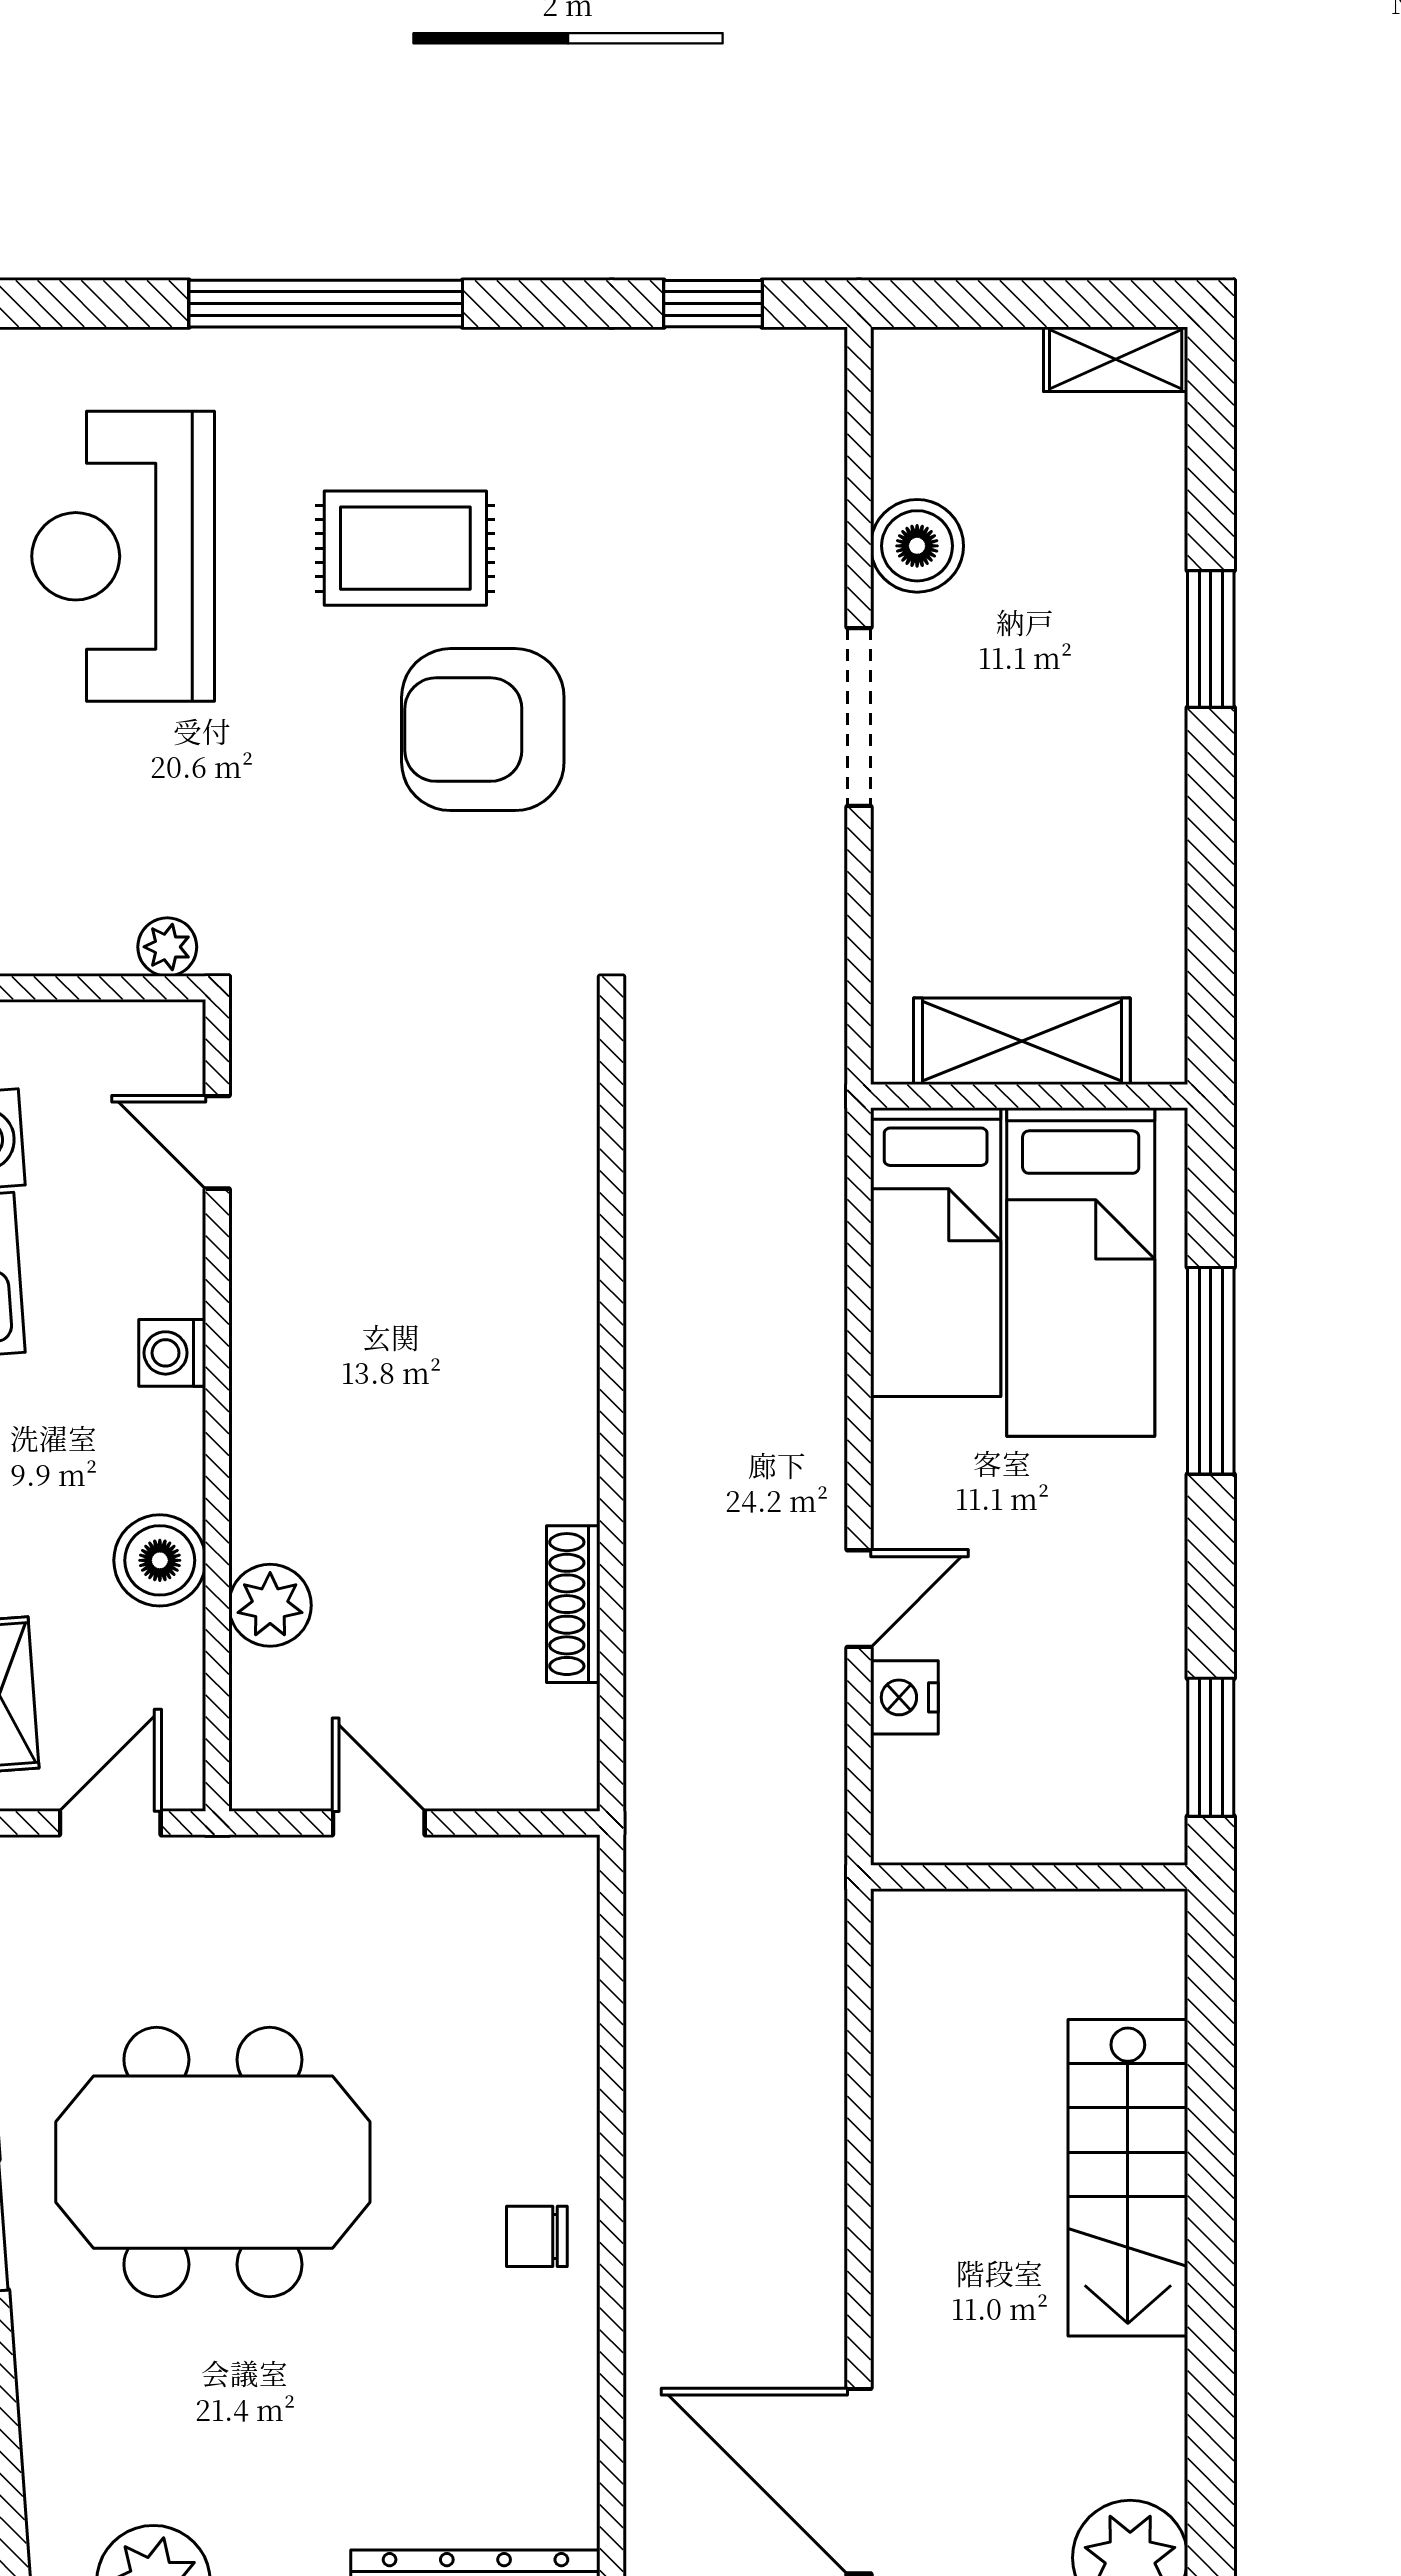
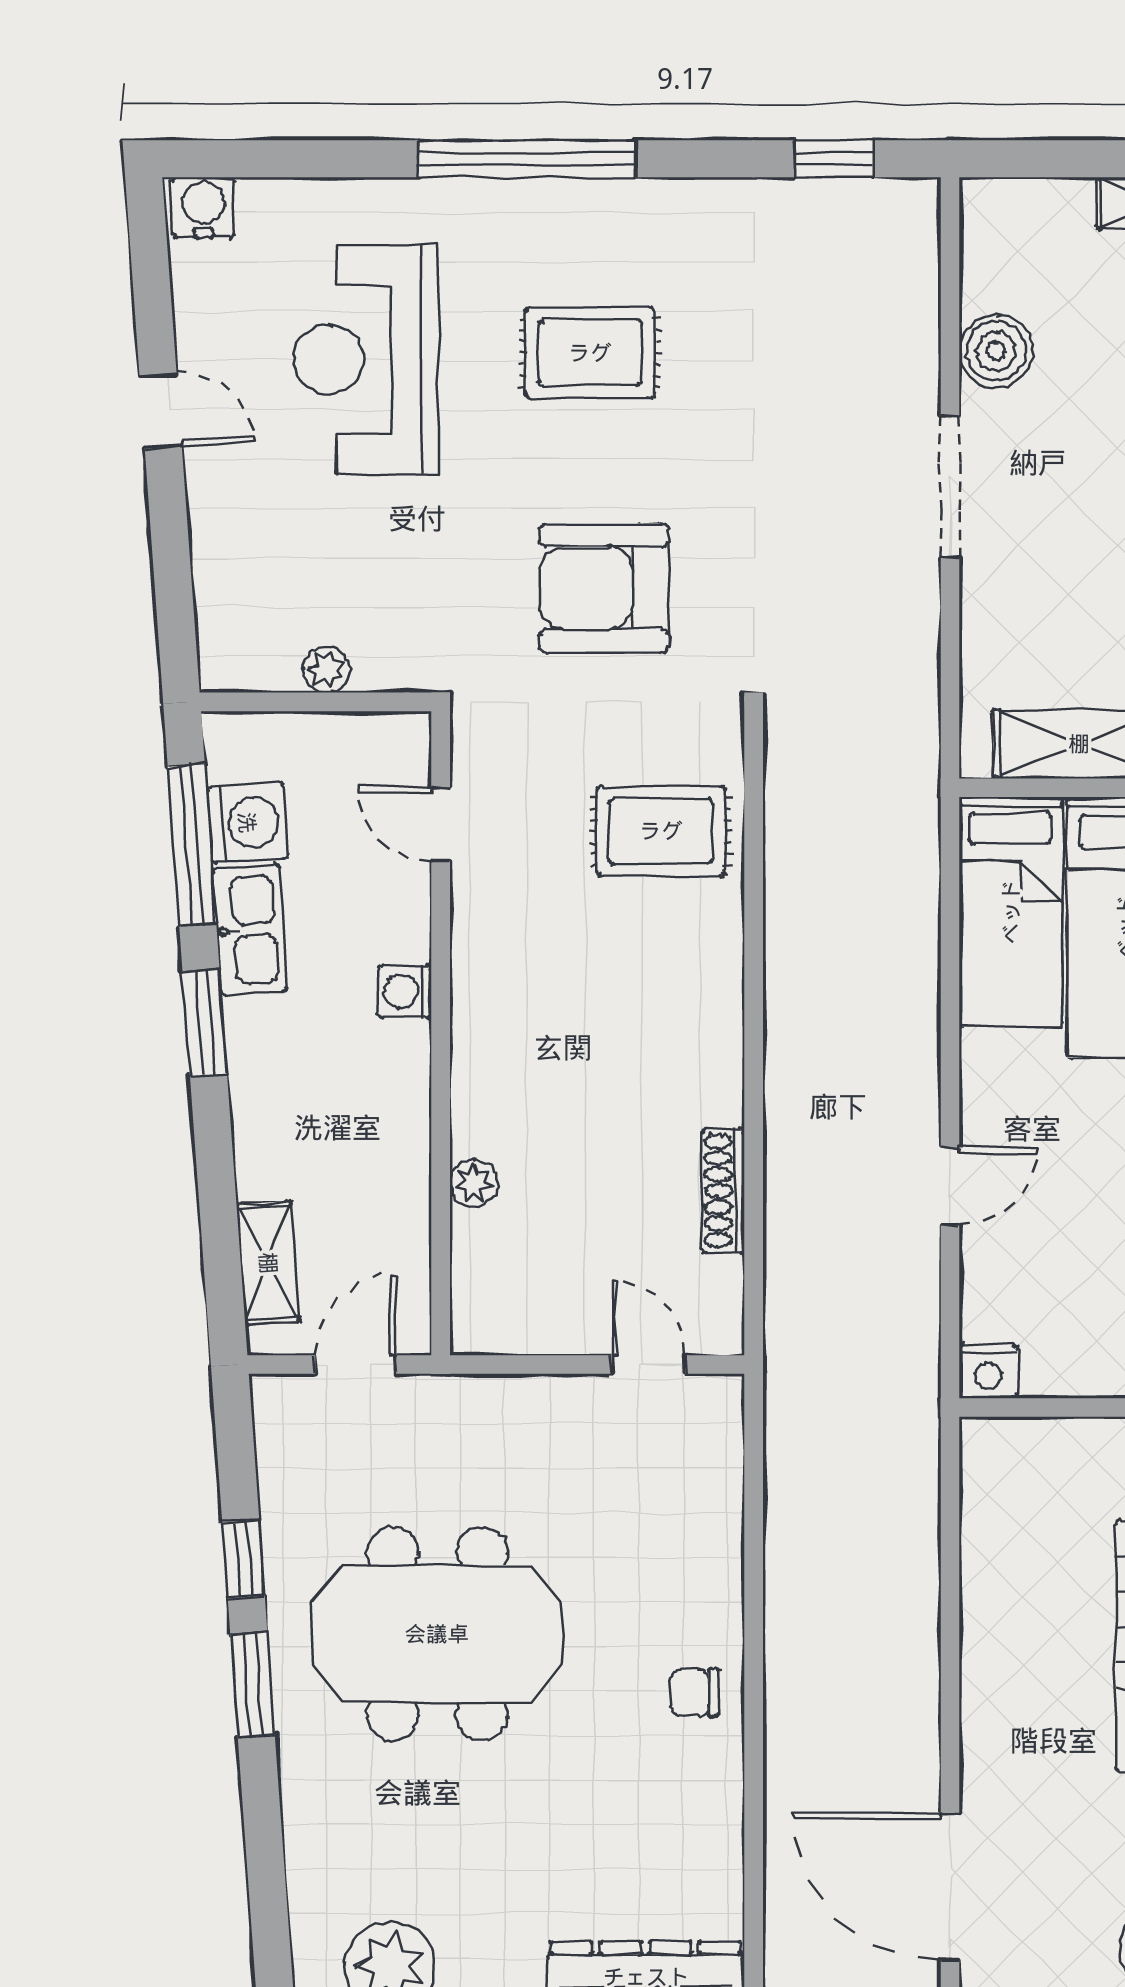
armchair: (483, 730) -> (604, 588), moved
plant: (167, 947) -> (326, 669), moved
rug: (495, 1151) -> (661, 831), added
boiler: (160, 1560) -> (395, 1156), removed
plant: (270, 1605) -> (474, 1183), width x0.73, depth x0.73
nightstand: (904, 1697) -> (988, 1371), moved, turned -90
door: (379, 1823) -> (649, 1365), moved

